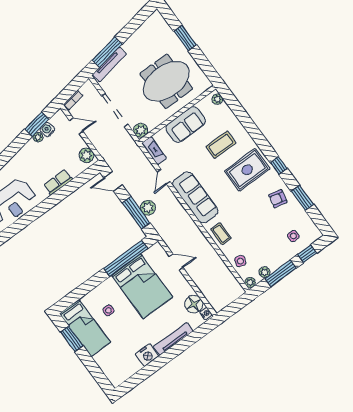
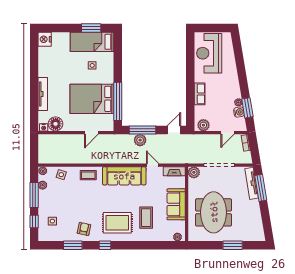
rug: (247, 170) -> (117, 223), turned 90
nightstand: (147, 355) -> (45, 39), moved

